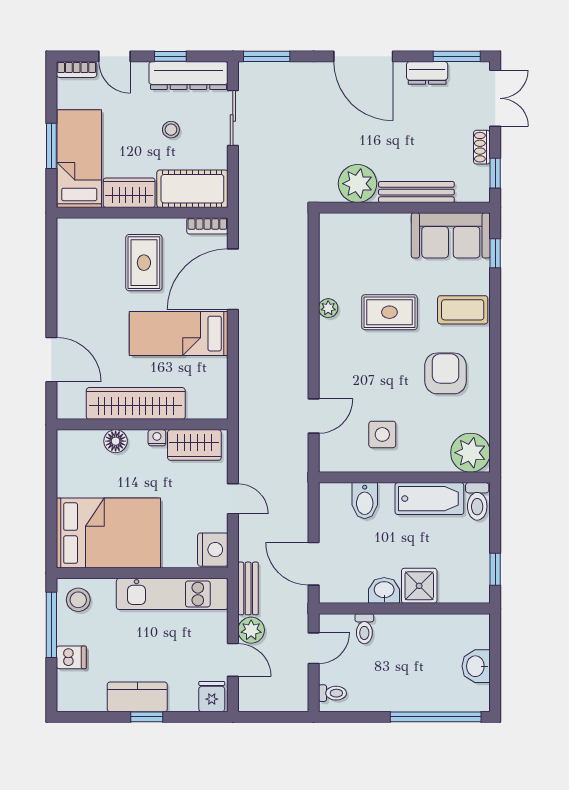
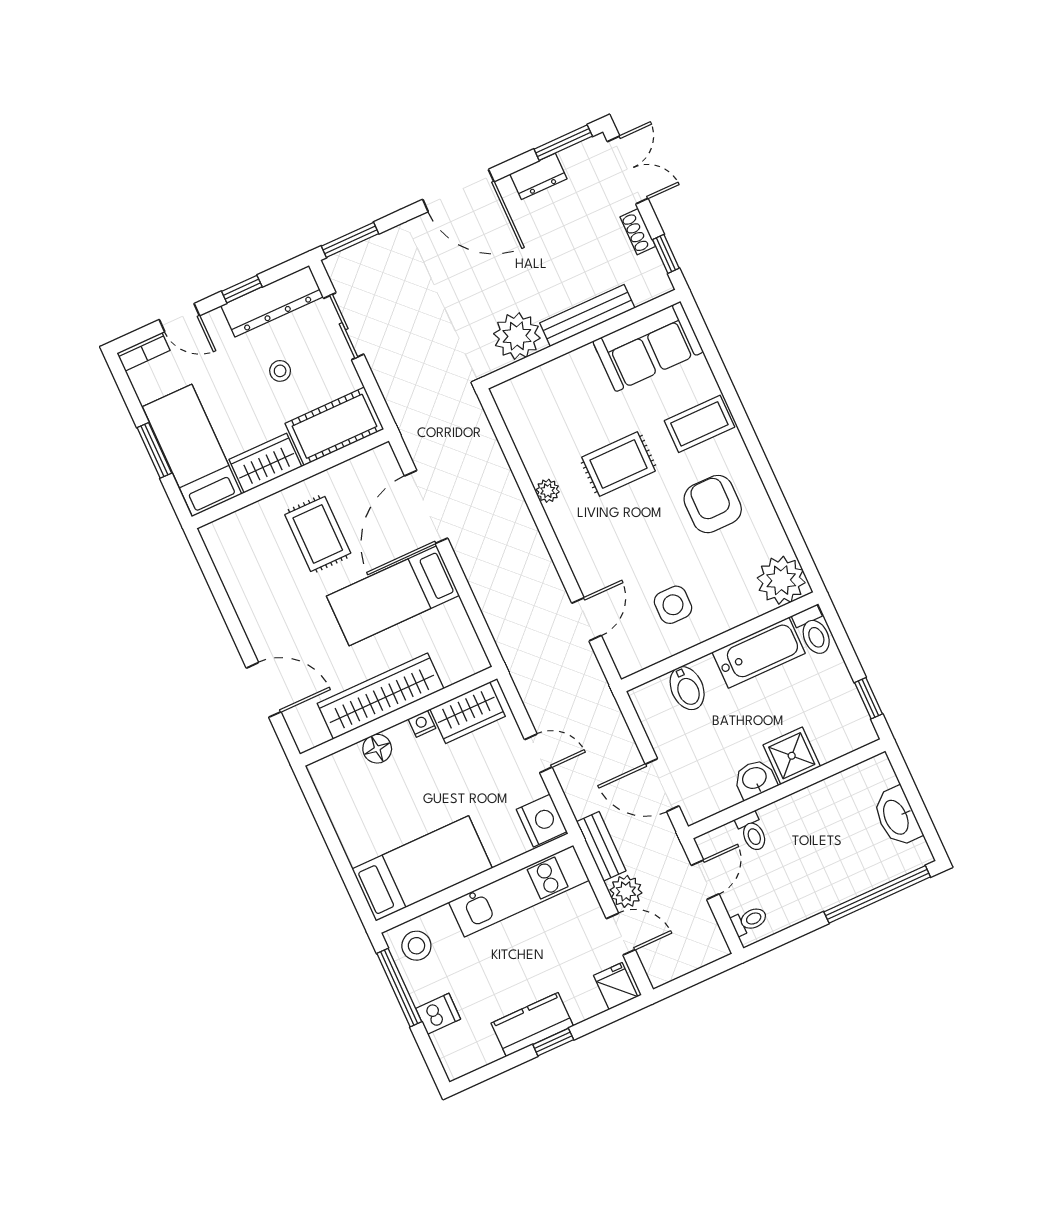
bookcase: (207, 226) -> (370, 460), removed
window: (495, 253) -> (707, 344), removed
bed: (108, 533) -> (422, 869), width x0.67
washbasin: (476, 666) -> (897, 817), width x1.38

